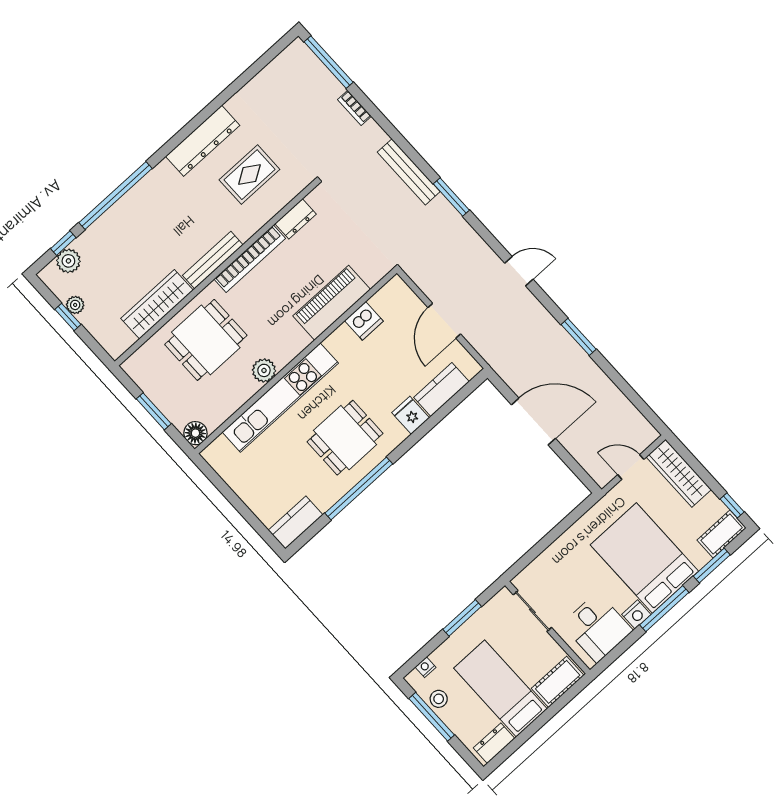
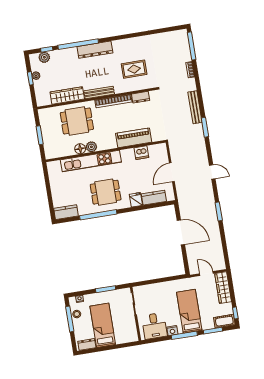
dresser: (203, 141) -> (95, 50), moved
floor lamp: (195, 433) -> (80, 149), moved
bed: (644, 558) -> (189, 311), width x0.67
cot: (558, 682) -> (126, 337), removed

